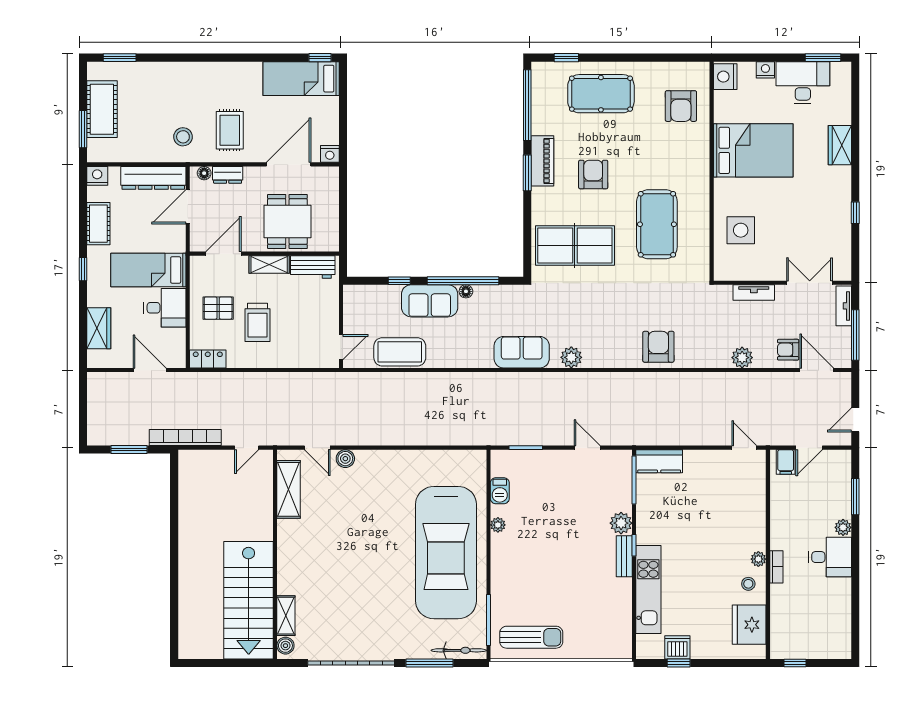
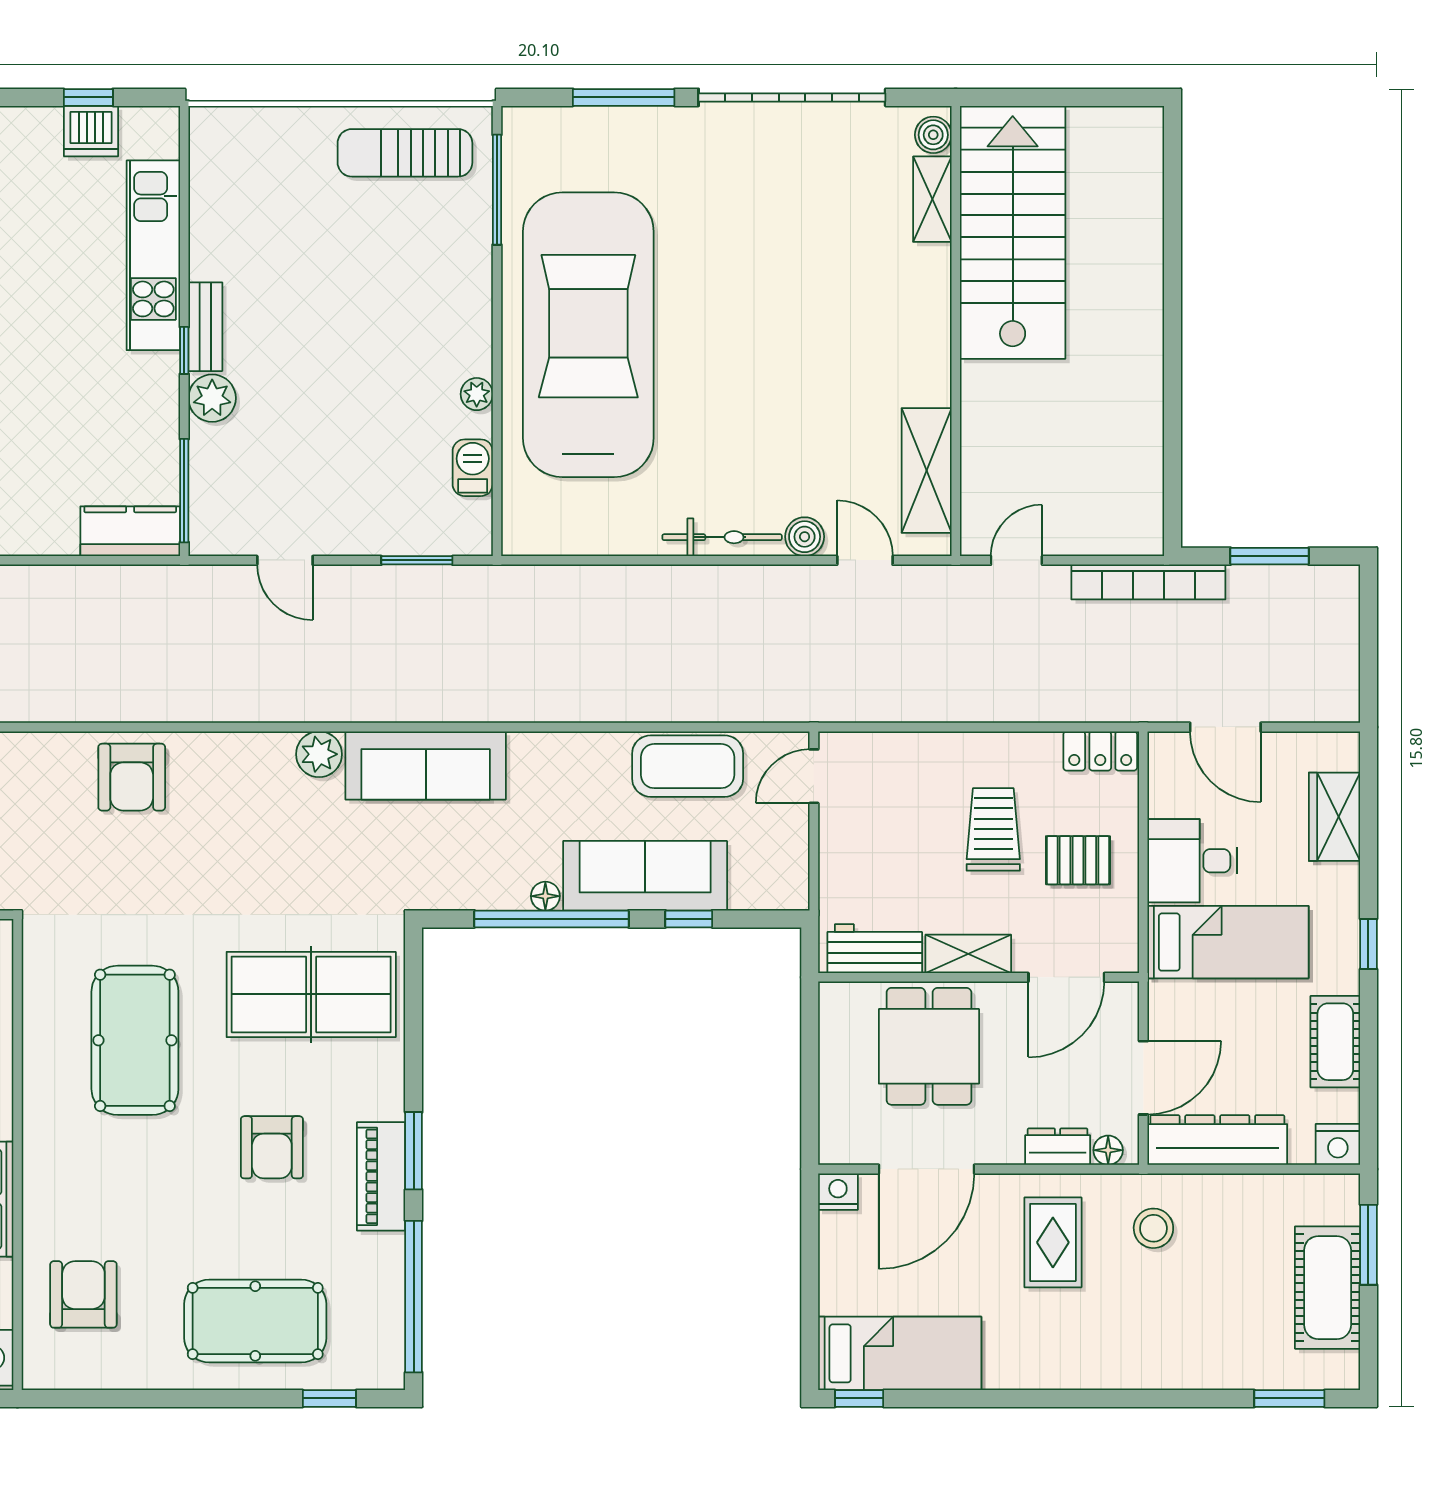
sofa: (430, 301) -> (645, 876), width x1.36
sofa: (522, 352) -> (426, 765), width x1.36
bicycle: (459, 650) -> (722, 537), moved, turned 180

